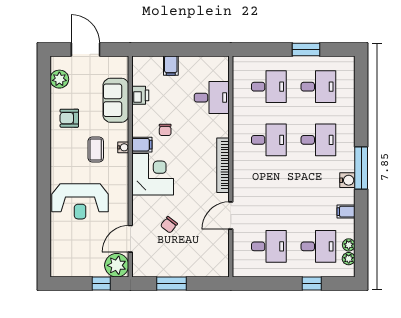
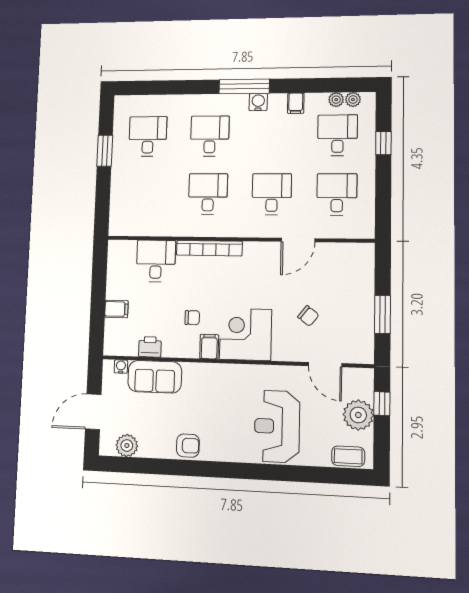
desk: (269, 87) -> (272, 194), moved
armchair: (69, 118) -> (188, 446), moved, turned -90
water cooler: (123, 147) -> (121, 367), moved
coffee table: (96, 150) -> (348, 456), moved
bookcase: (223, 165) -> (209, 248), moved
reception desk: (80, 201) -> (277, 426), turned 180
door: (231, 215) -> (298, 240), hinge flipped
plant: (117, 265) -> (358, 415), moved

